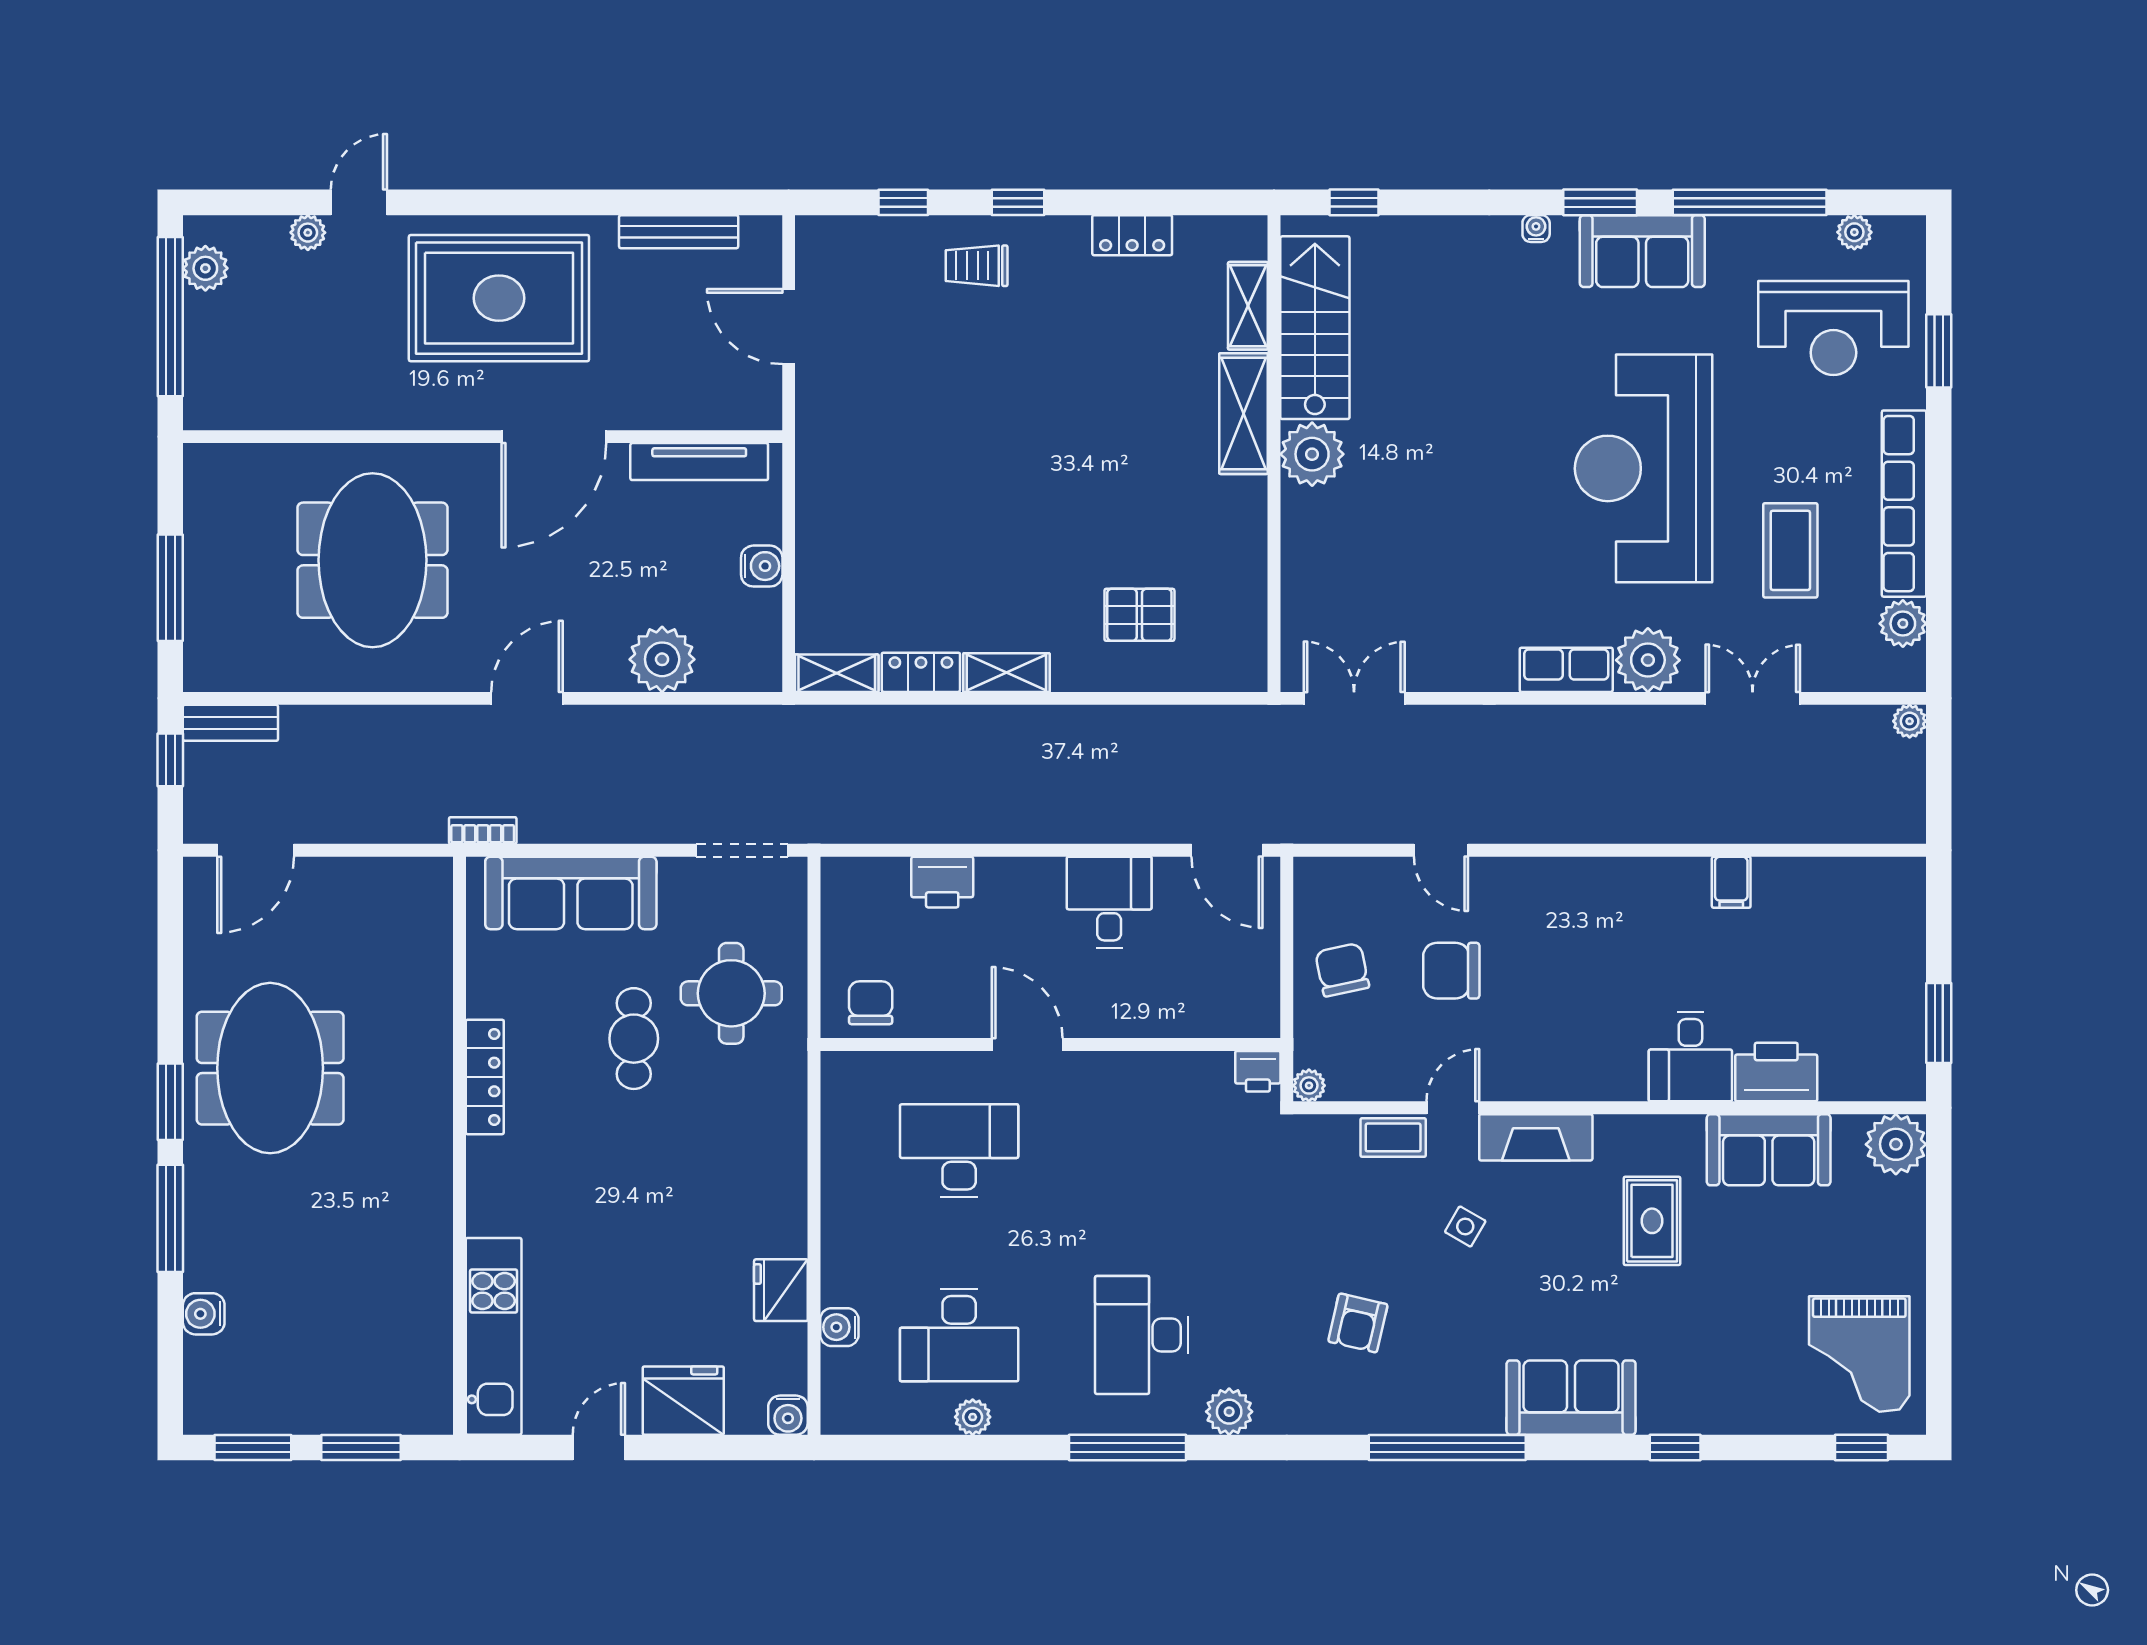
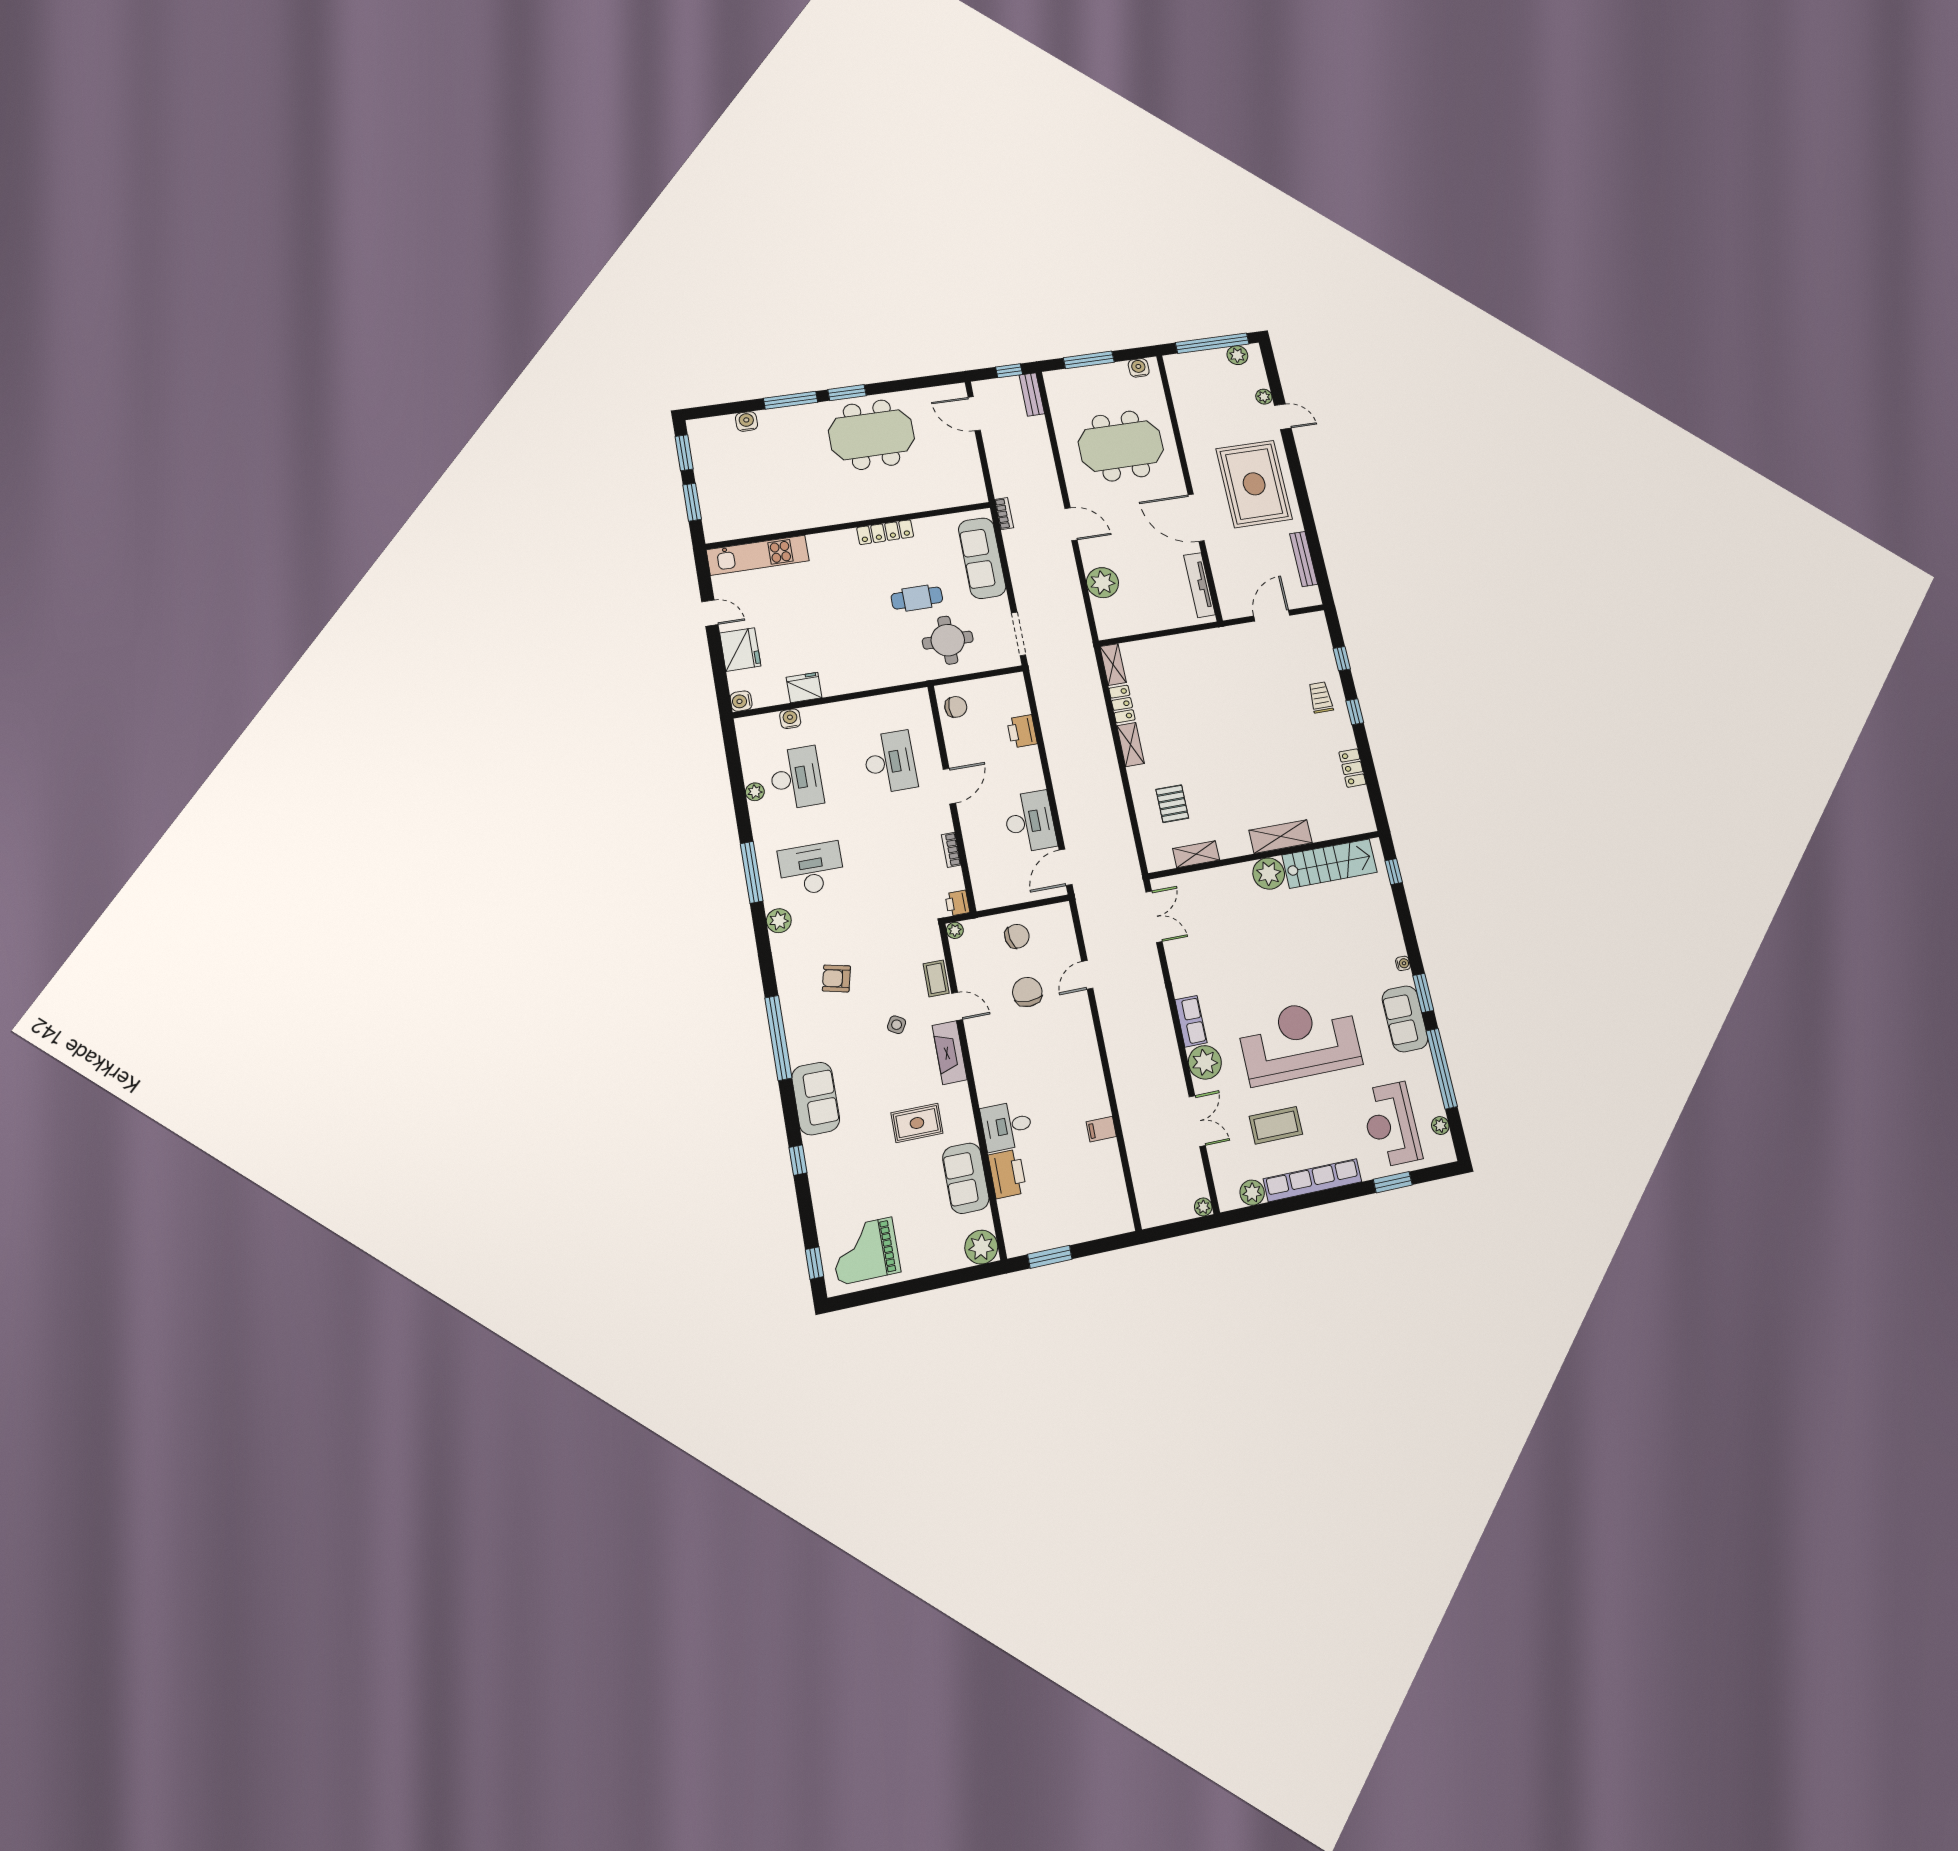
shelving: (1248, 306) -> (1196, 854), moved
water cooler: (762, 566) -> (1139, 368), moved, turned 180
desk: (1109, 902) -> (1030, 822), width x1.37
bookcase: (1153, 1064) -> (951, 850), added
desk: (959, 1335) -> (796, 778), turned 180

